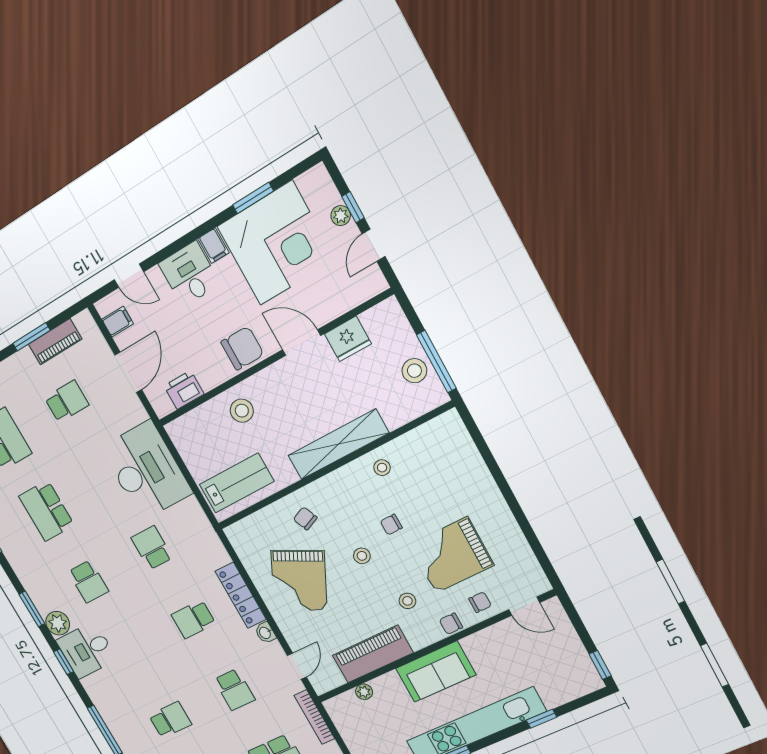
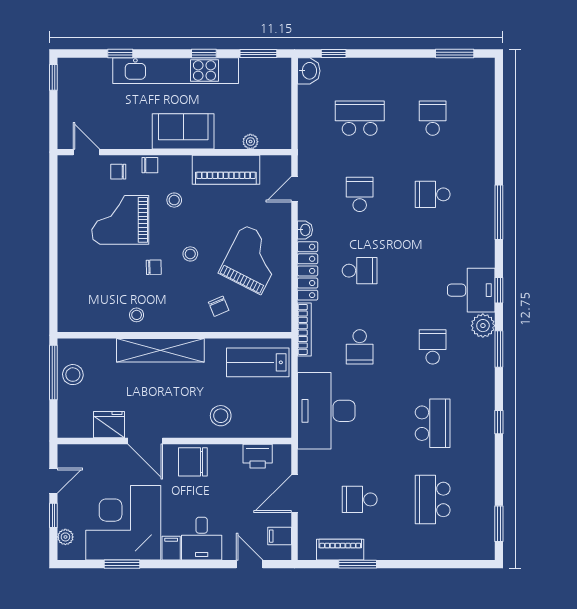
plant: (341, 216) -> (65, 537), moved
grand piano: (452, 555) -> (120, 220), turned 180
bookcase: (314, 717) -> (304, 329), moved

